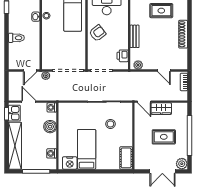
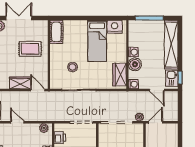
wardrobe: (65, 117) -> (120, 75), added
rug: (164, 137) -> (30, 49), moved
washing machine: (52, 153) -> (133, 52), moved

